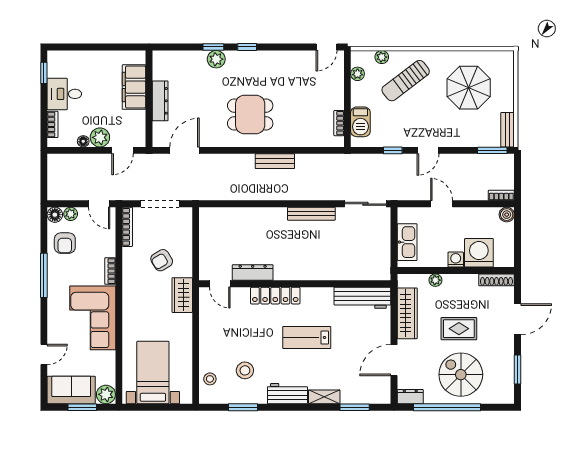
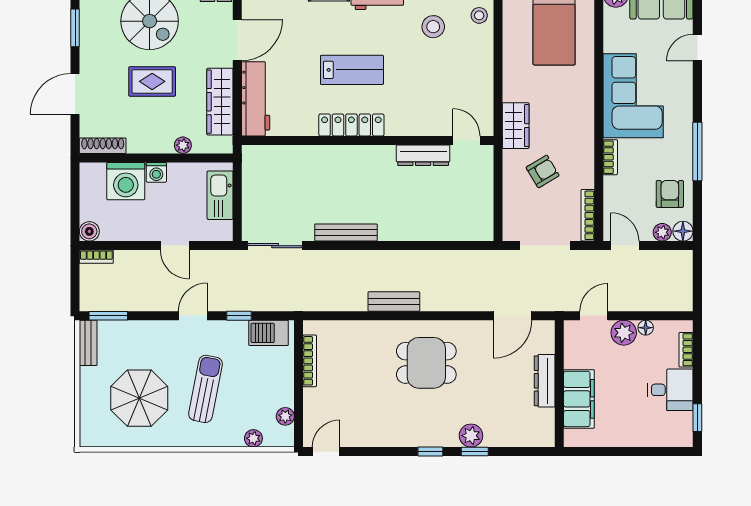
sun lounger: (406, 81) -> (206, 389), moved, turned -42
barbecue: (360, 122) -> (269, 333), moved, turned -90
bookcase: (339, 123) -> (310, 361), width x1.56
locker: (275, 296) -> (351, 125), moved
workbench: (362, 298) -> (256, 99), moved, turned 90

